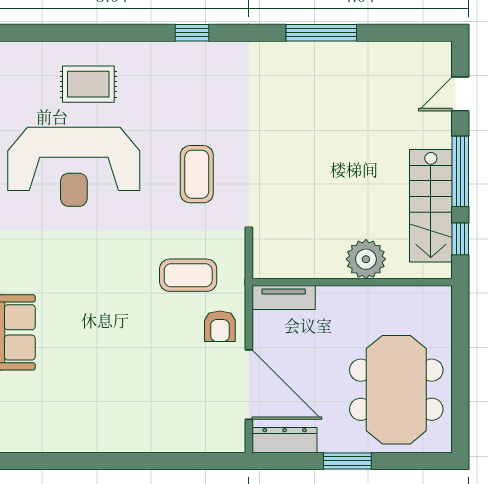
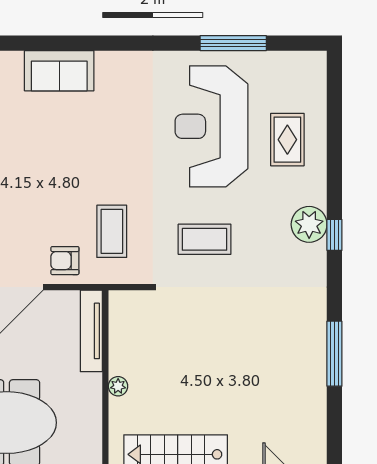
plant: (181, 60) -> (309, 224), added
plant: (366, 259) -> (118, 386), width x0.53, depth x0.53
tv unit: (284, 297) -> (91, 331), width x1.41

